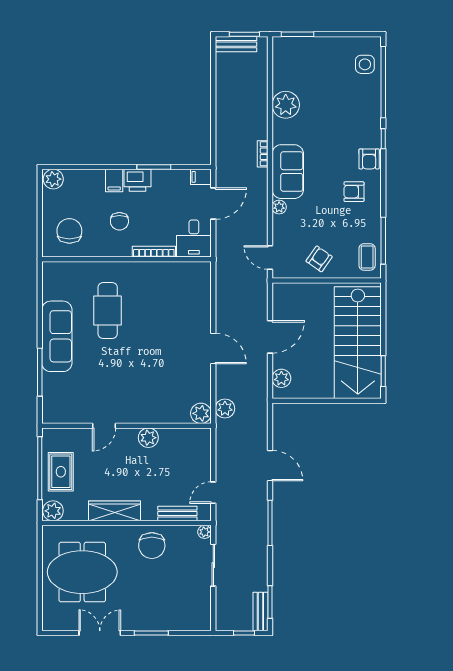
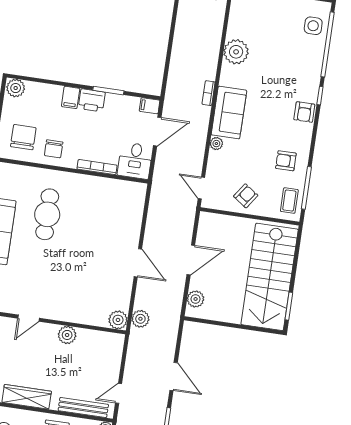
armchair: (354, 192) -> (286, 161), moved
chair: (119, 221) -> (54, 149), moved
bench: (177, 514) -> (83, 408), width x1.36

